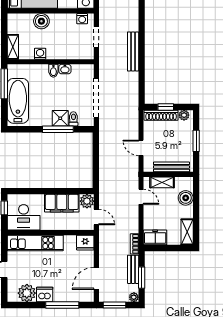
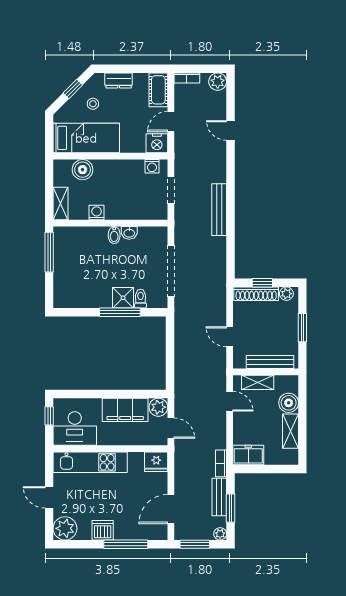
boiler: (41, 21) -> (83, 170), moved
bathtub: (18, 101) -> (67, 275), removed
shelving: (187, 232) -> (291, 431), moved
plant: (27, 293) -> (65, 528), moved

